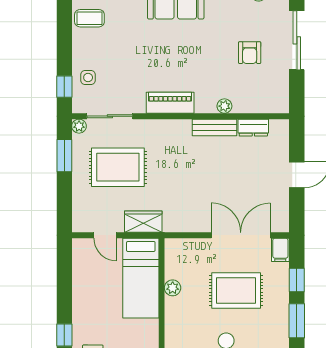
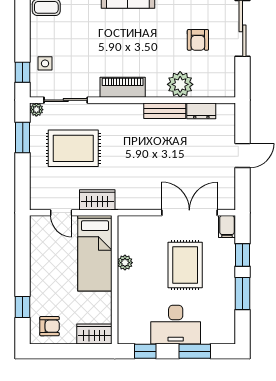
plant: (224, 106) -> (180, 84), width x1.87, depth x1.87
rug: (236, 290) -> (185, 265), turned 90

